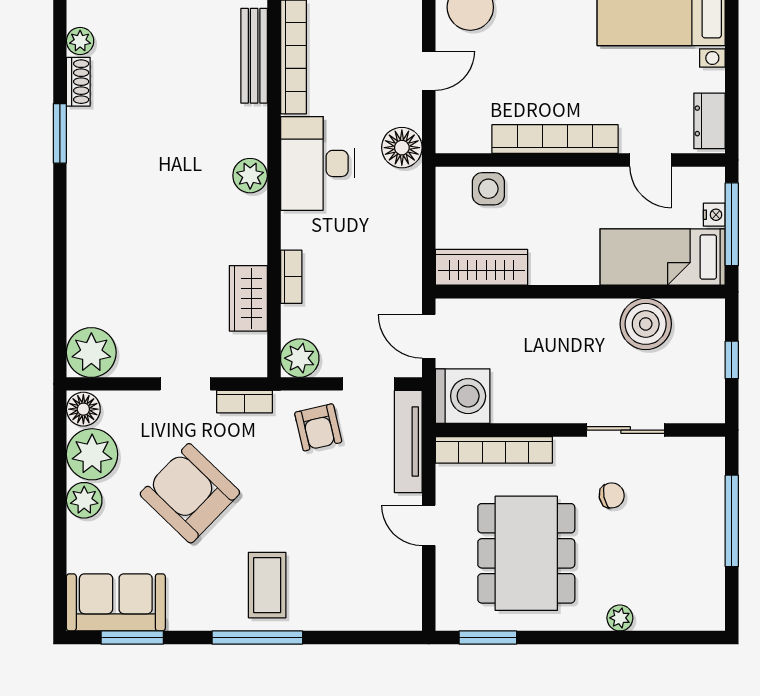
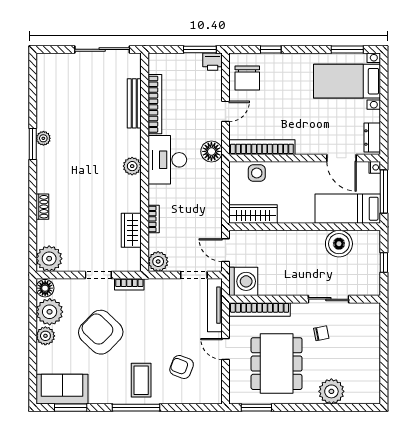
plant: (80, 41) -> (43, 138), moved
shoe rack: (78, 82) -> (42, 207), moved
bookcase: (555, 139) -> (262, 147), moved
door: (651, 160) -> (342, 158), width x1.37
nightstand: (714, 215) -> (375, 167), moved
armchair: (318, 427) -> (182, 367), moved, turned 124
window: (732, 521) -> (384, 347), removed
plant: (620, 618) -> (331, 391), width x1.87, depth x1.87

